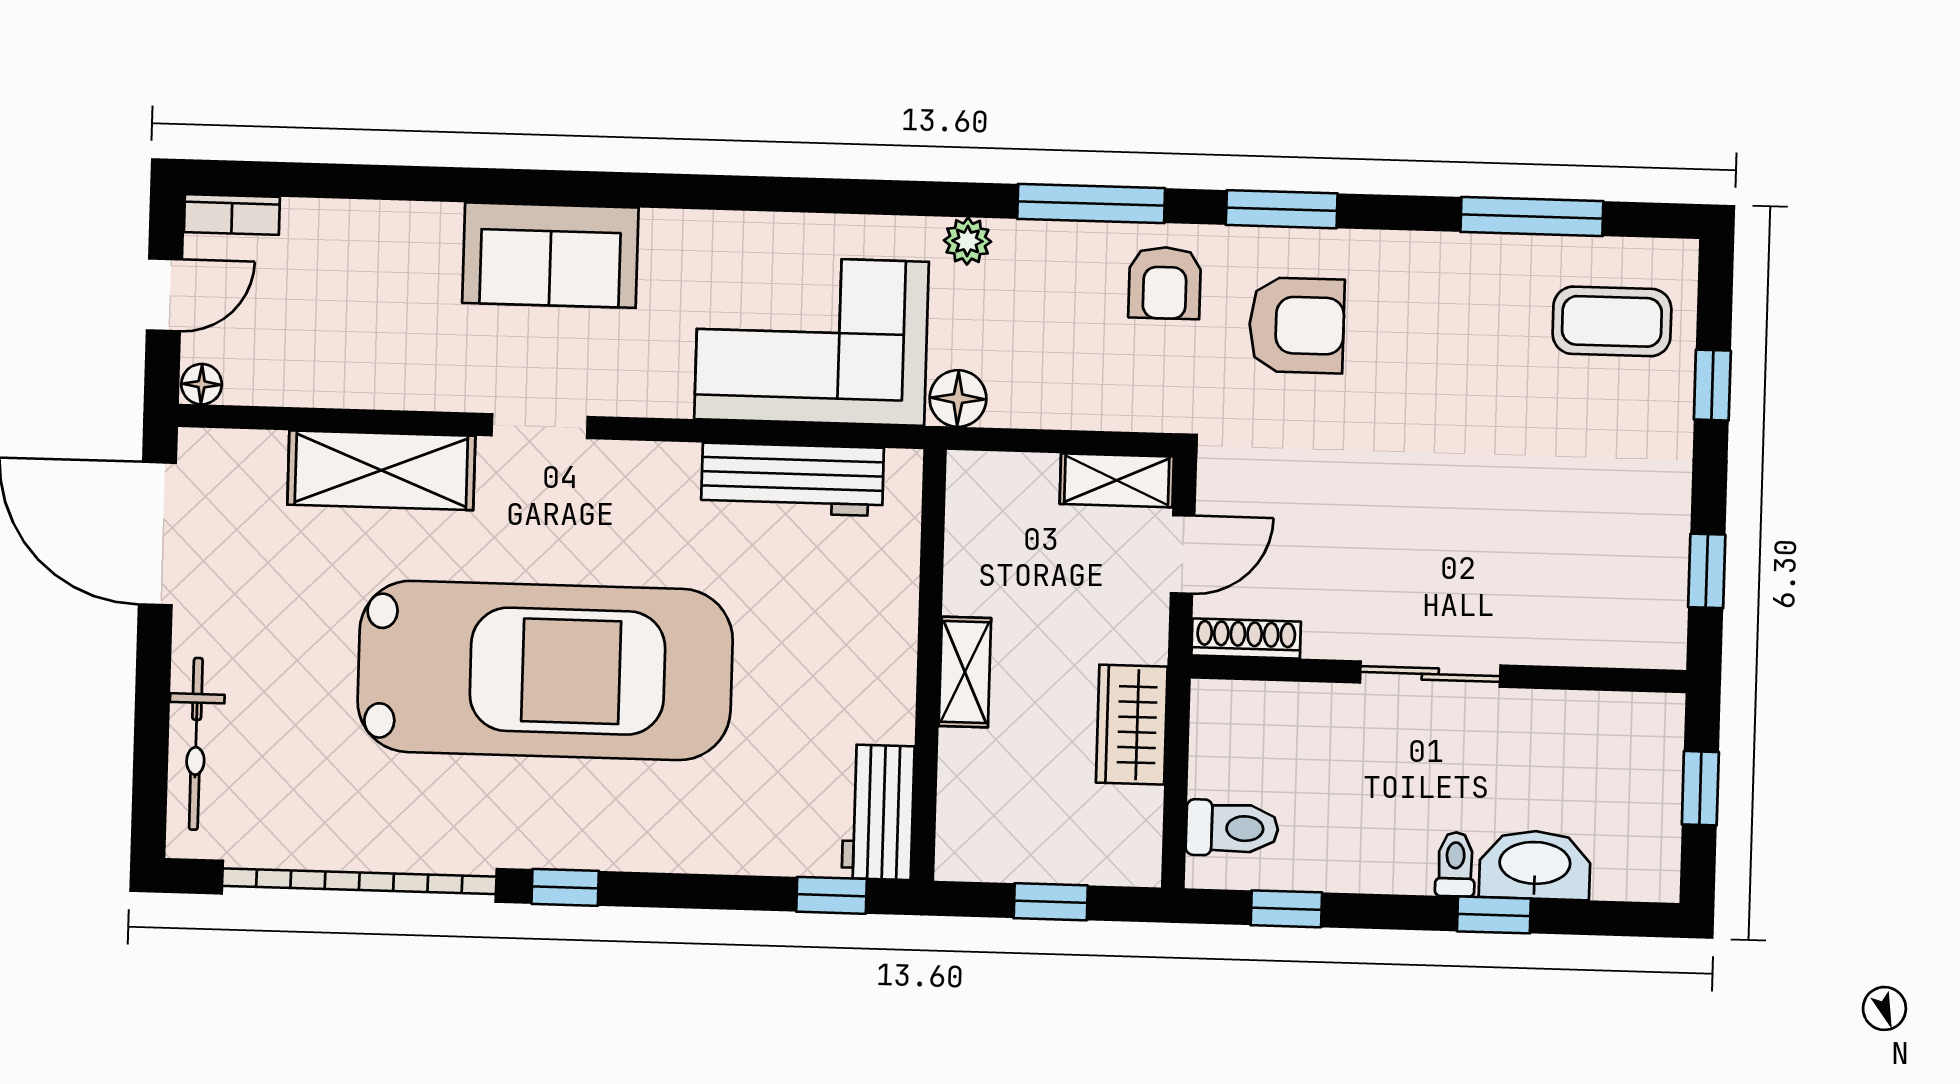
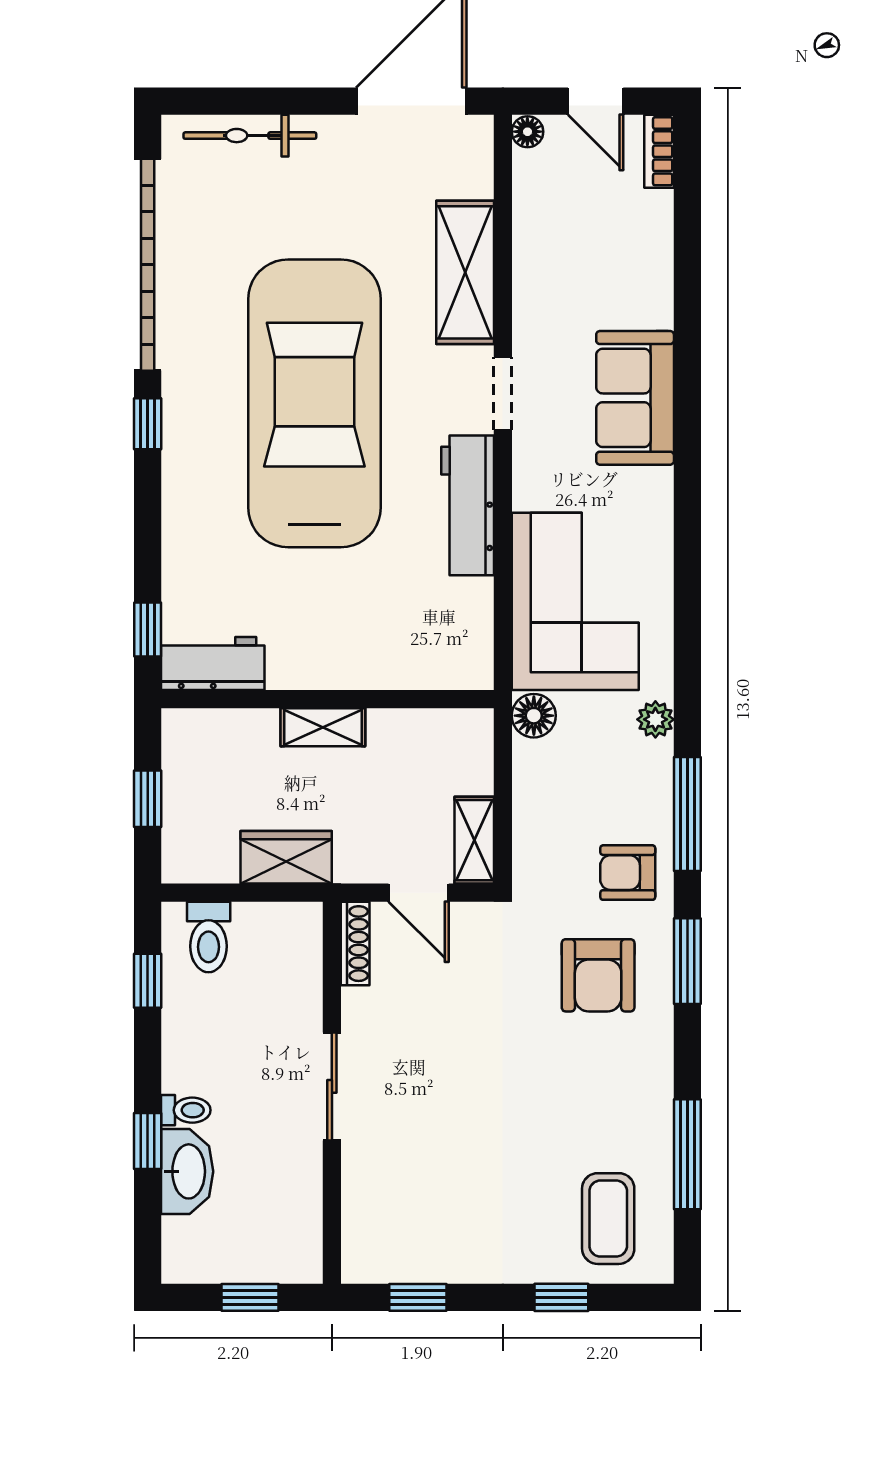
workbench: (792, 479) -> (468, 505), moved
car: (545, 670) -> (314, 403), turned 180

